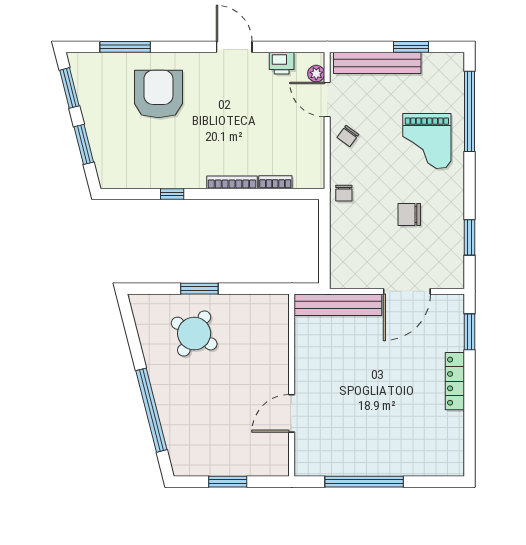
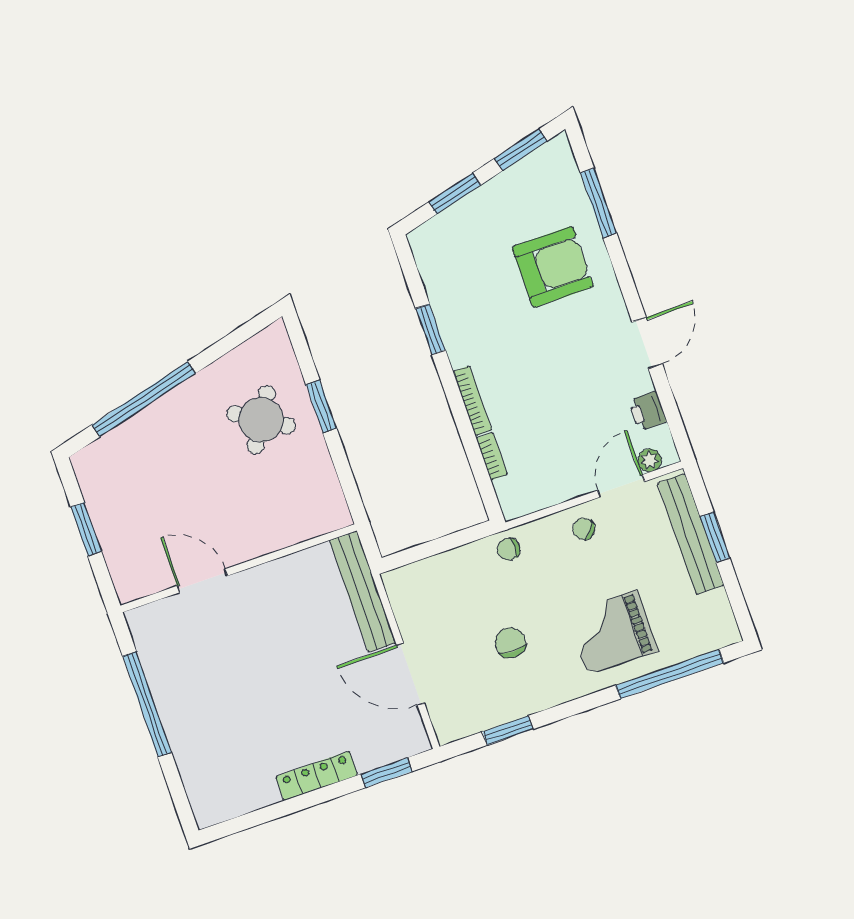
window: (411, 47) -> (715, 537), moved
window: (172, 194) -> (431, 329), width x1.50

